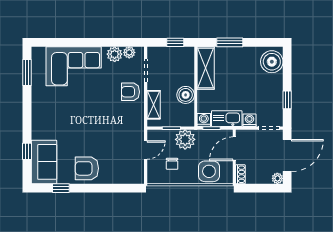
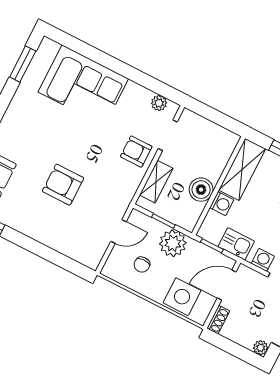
window: (175, 42) -> (221, 119), removed
plant: (115, 54) -> (140, 96), removed
kitchen sink: (227, 119) -> (236, 244), width x0.73
washing machine: (204, 120) -> (222, 204), moved, turned 90
armchair: (87, 168) -> (63, 185), moved

